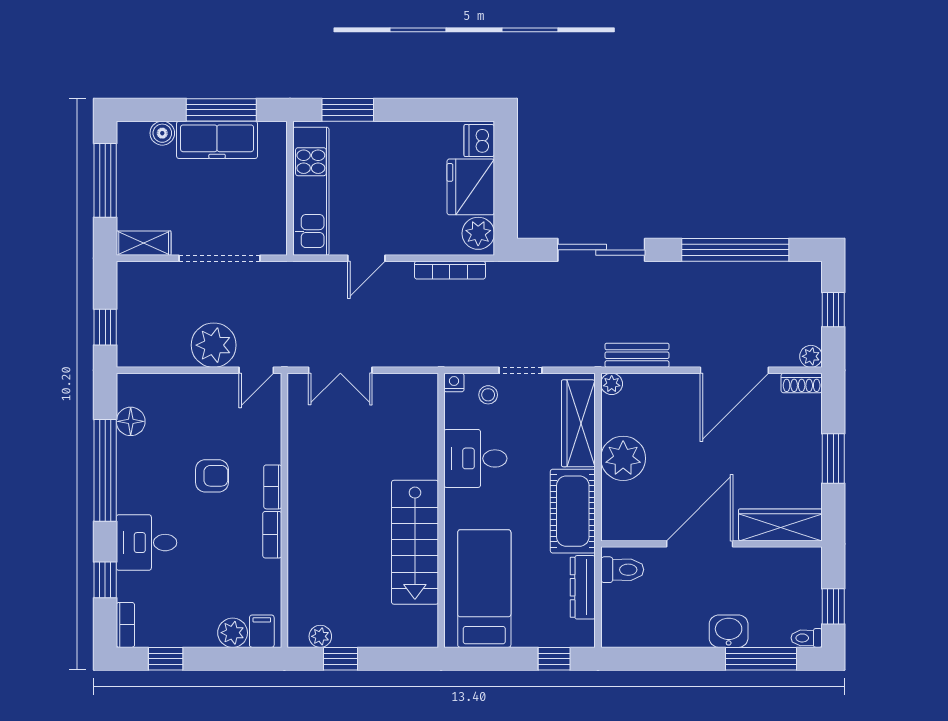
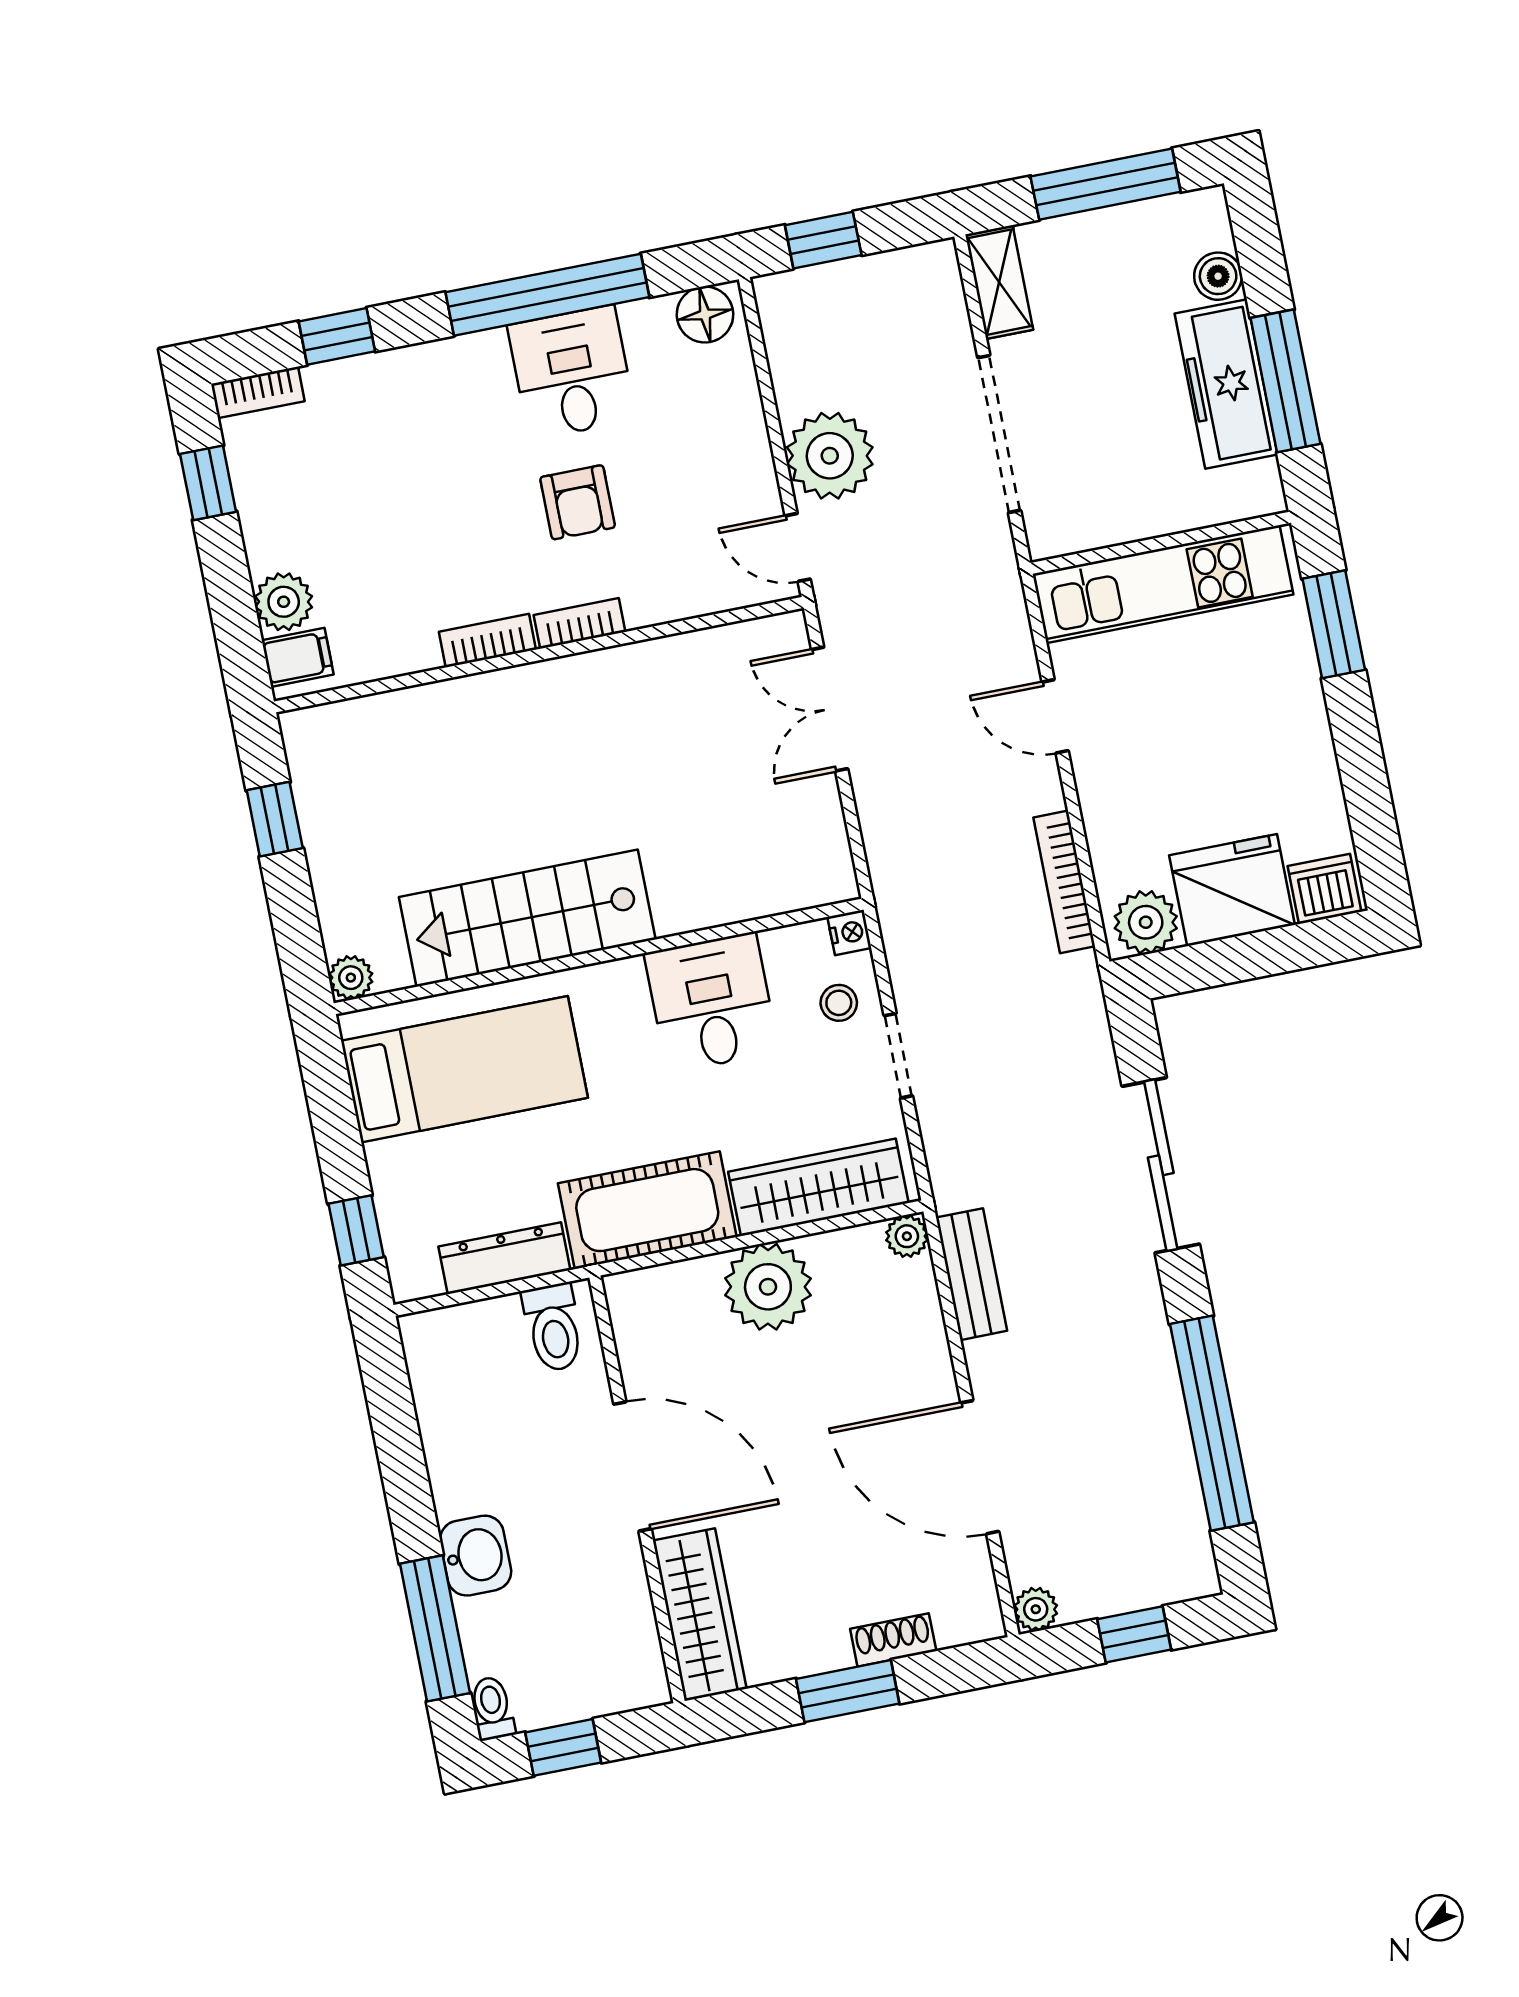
shoe rack: (802, 383) -> (893, 1640), moved, turned 90
floor lamp: (131, 421) -> (705, 315), moved
desk: (146, 543) -> (572, 372), moved
plant: (320, 636) -> (351, 978), moved

